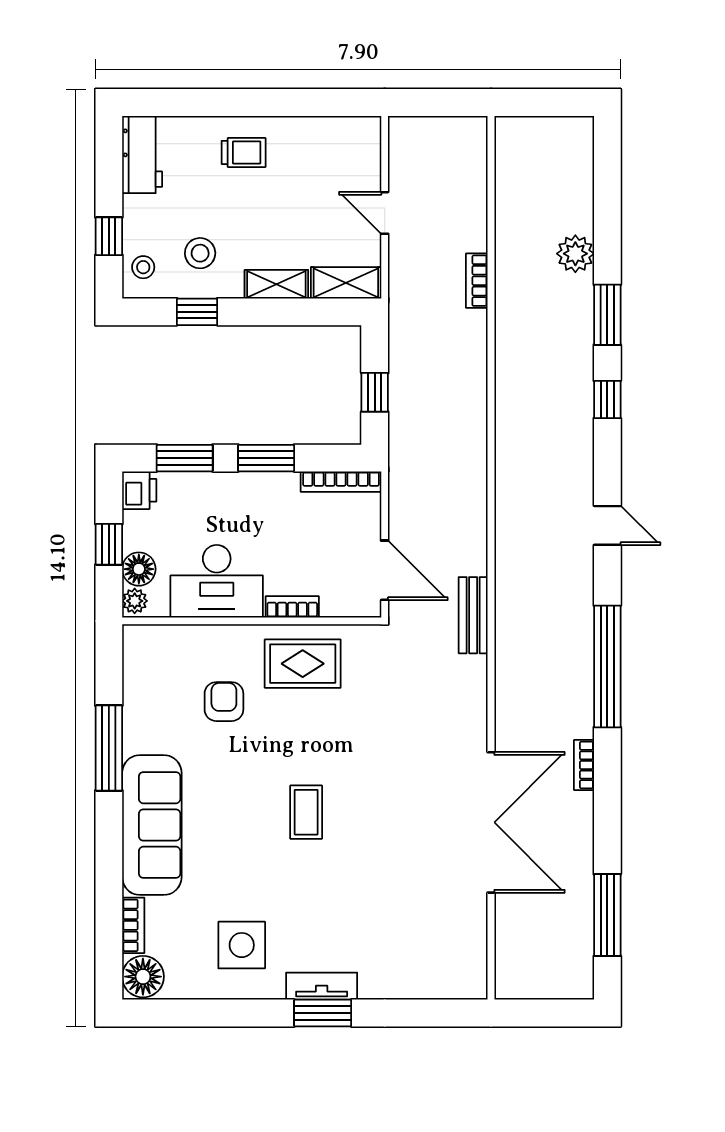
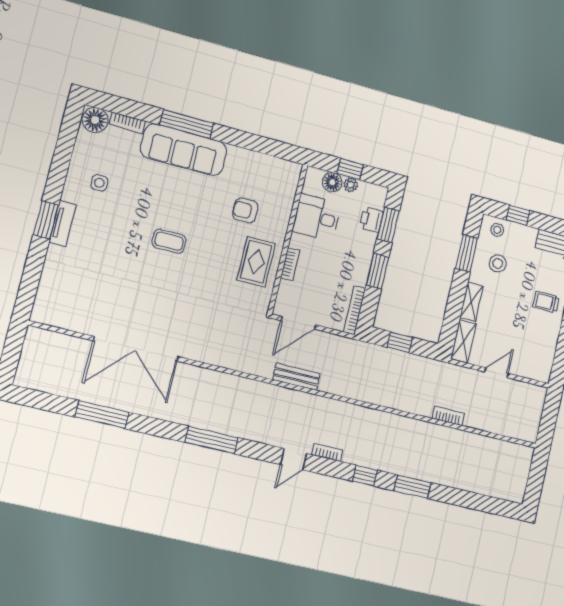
trolley: (244, 152) -> (546, 302), turned 90
plant: (575, 254) -> (450, 476), removed
window: (197, 312) -> (466, 253), width x1.50
printer: (139, 490) -> (371, 220), moved, turned 90
desk: (217, 581) -> (317, 217), width x0.73
plant: (135, 601) -> (351, 185), moved
bench: (473, 615) -> (296, 377), moved
window: (607, 666) -> (211, 440), width x0.68
armchair: (224, 702) -> (245, 210), turned 180
window: (109, 748) -> (187, 124), moved
bookcase: (584, 765) -> (327, 452), moved
window: (607, 915) -> (102, 415), moved
side table: (242, 945) -> (99, 183), width x0.54, depth x0.54

